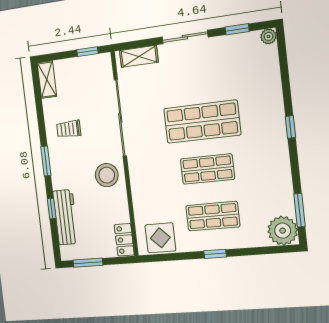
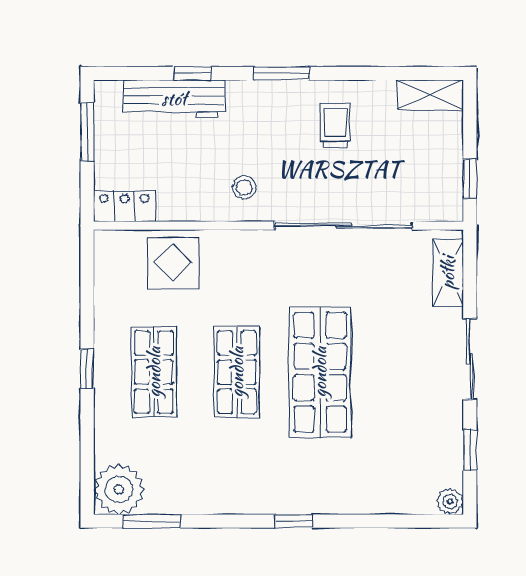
stool: (107, 175) -> (244, 188), width x0.53, depth x0.53
display table: (160, 238) -> (173, 263), moved

